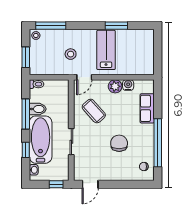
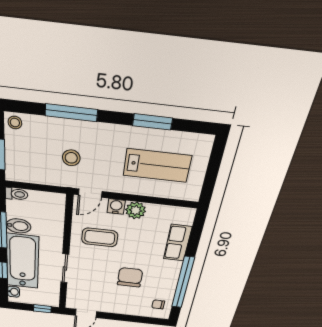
window: (51, 26) -> (71, 113), moved
lab bench: (106, 50) -> (157, 166), moved, turned 90
water cooler: (128, 85) -> (116, 207), moved
coffee table: (94, 111) -> (100, 237), turned -48

